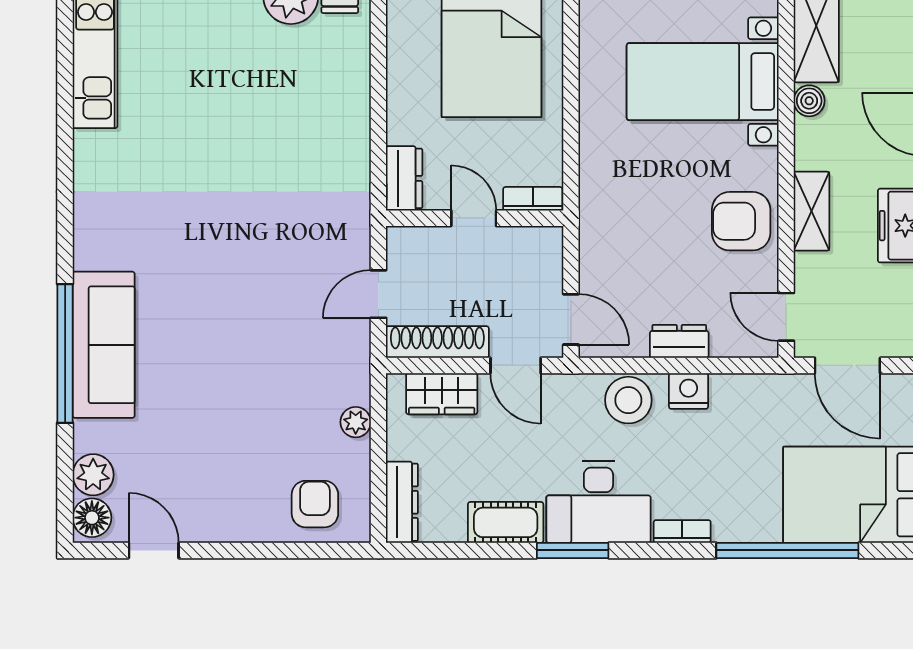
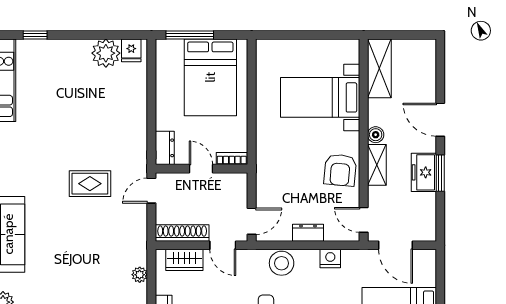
boiler: (809, 101) -> (376, 135), moved
armchair: (741, 221) -> (340, 170), turned -85
rug: (260, 247) -> (90, 184), added
door: (378, 294) -> (151, 191), moved
door: (571, 319) -> (252, 221), hinge flipped
nightstand: (689, 391) -> (330, 258), moved

